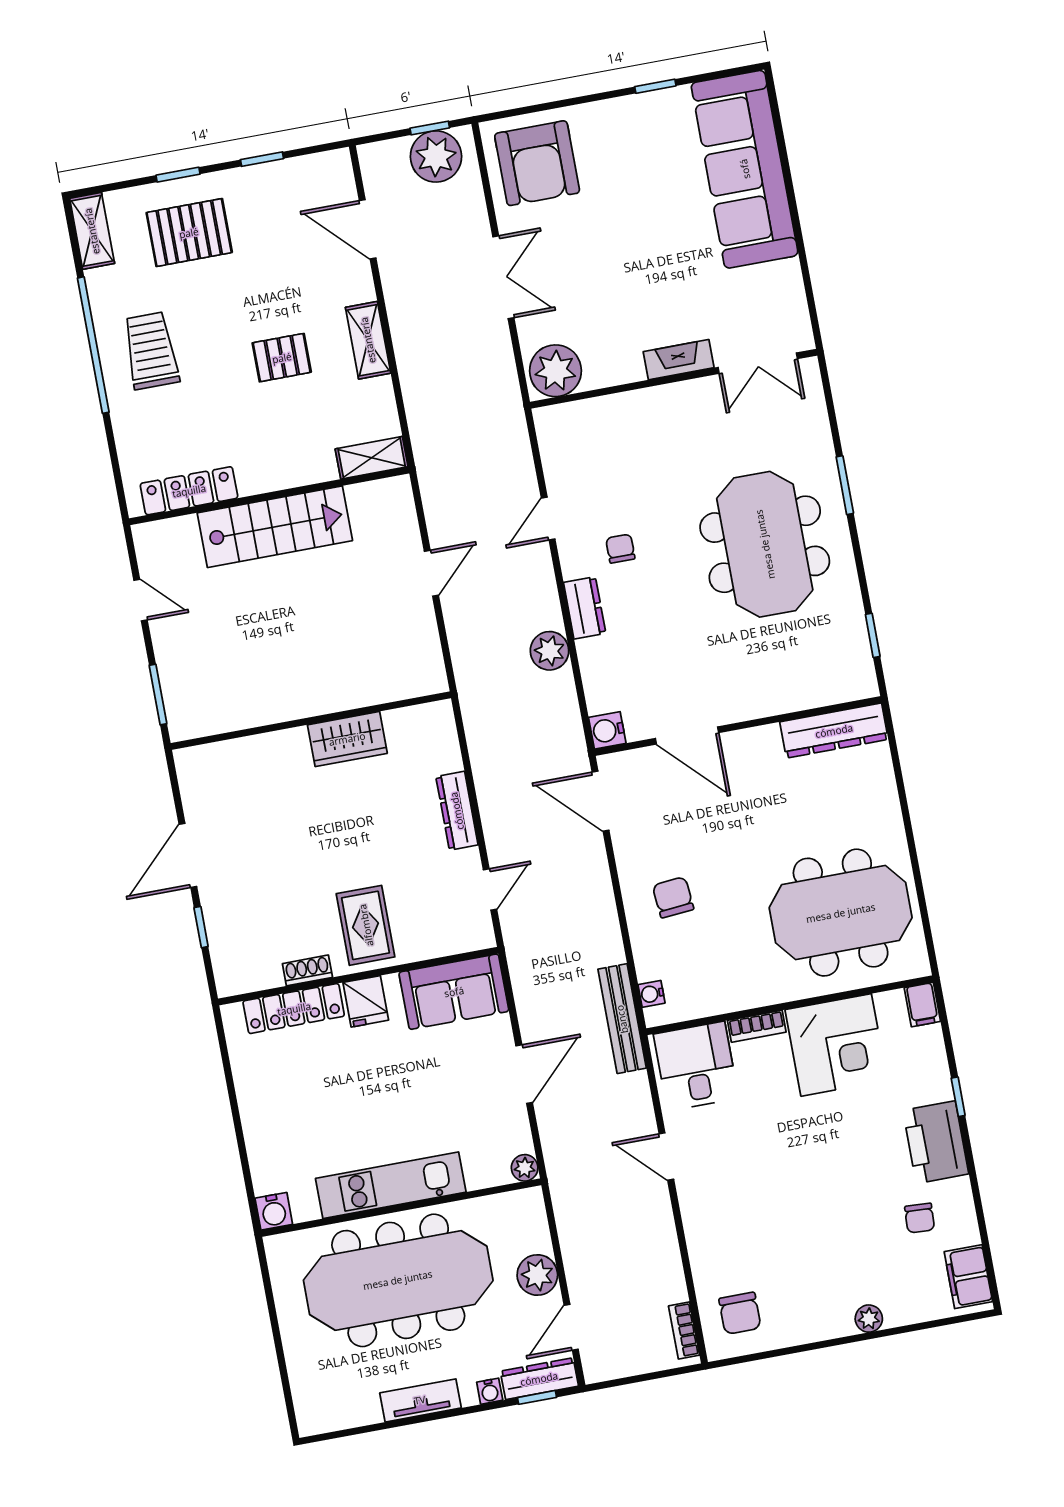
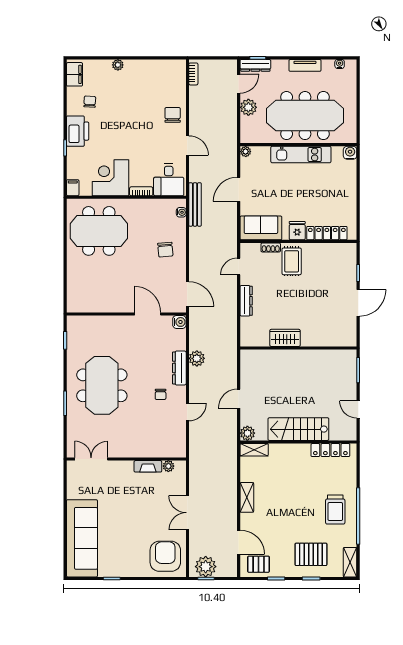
pallet: (282, 358) -> (259, 564), moved
fireplace: (679, 360) -> (148, 466), moved
plant: (555, 371) -> (168, 466), width x0.53, depth x0.53
plant: (395, 494) -> (247, 433), added
dresser: (585, 608) -> (179, 368), width x1.44
dresser: (834, 731) -> (88, 305), removed
shoe rack: (307, 970) -> (271, 247), moved
chair: (740, 1313) -> (173, 115), moved
water cooler: (490, 1391) -> (340, 64), moved

